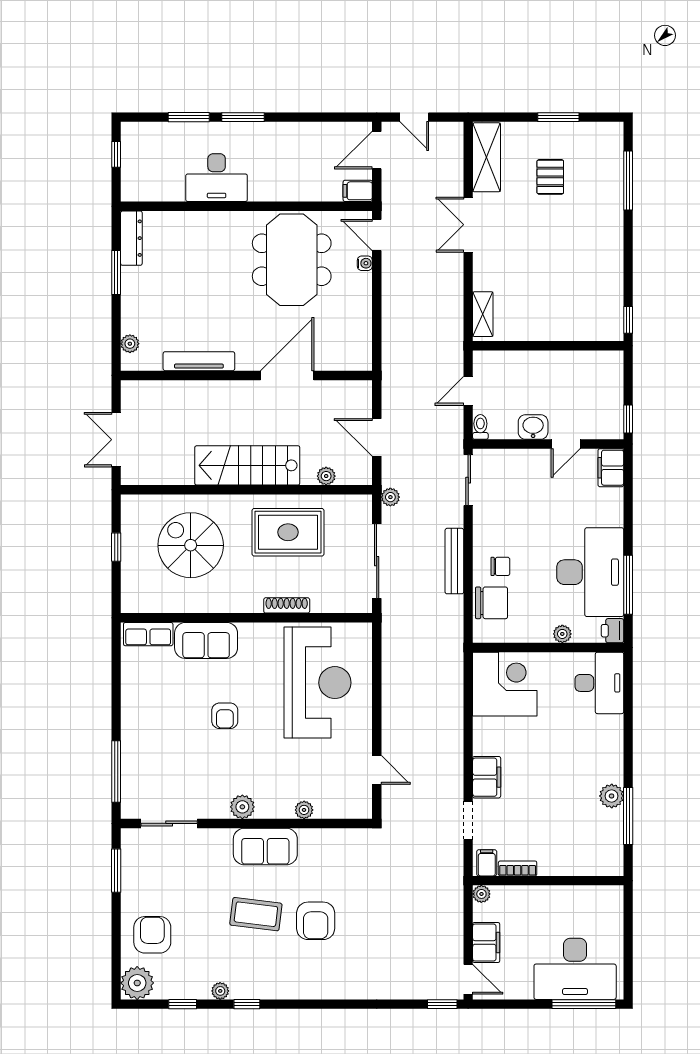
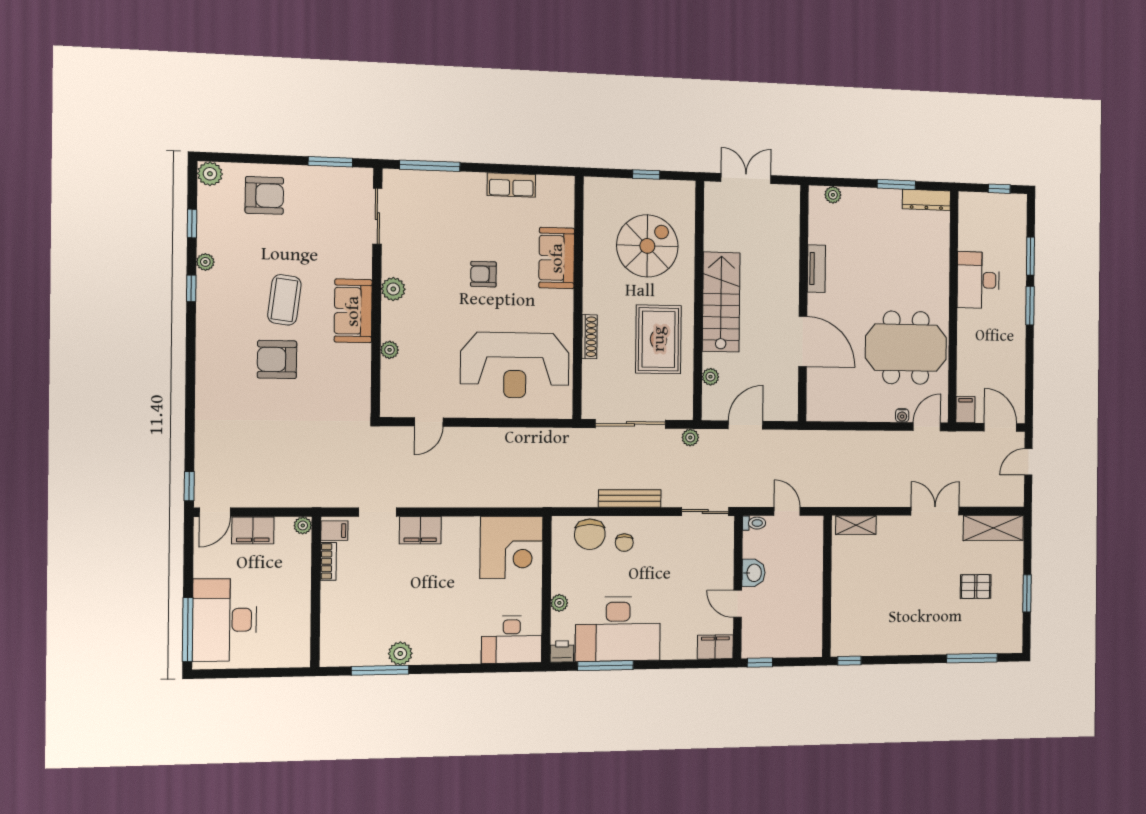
tv unit: (199, 361) -> (816, 269), width x0.71
row of seats: (148, 634) -> (511, 185), moved, turned -90
plant: (137, 983) -> (210, 174), width x0.73, depth x0.73

